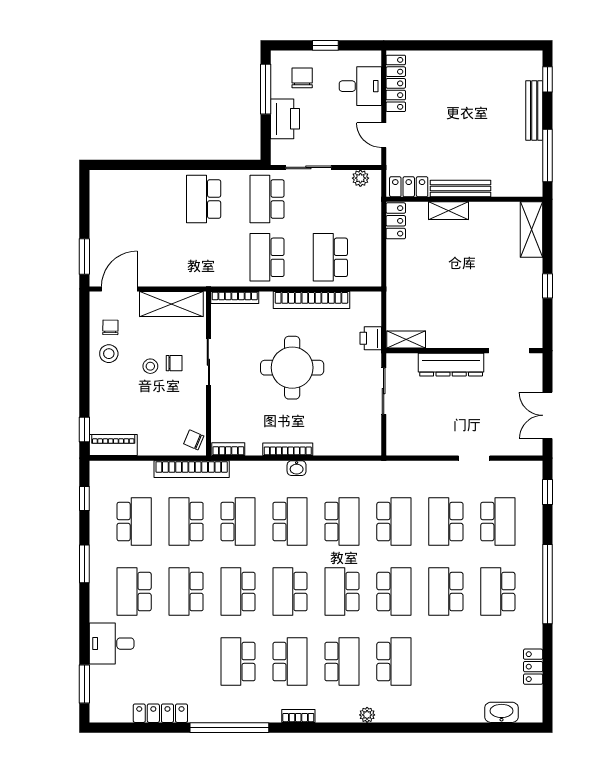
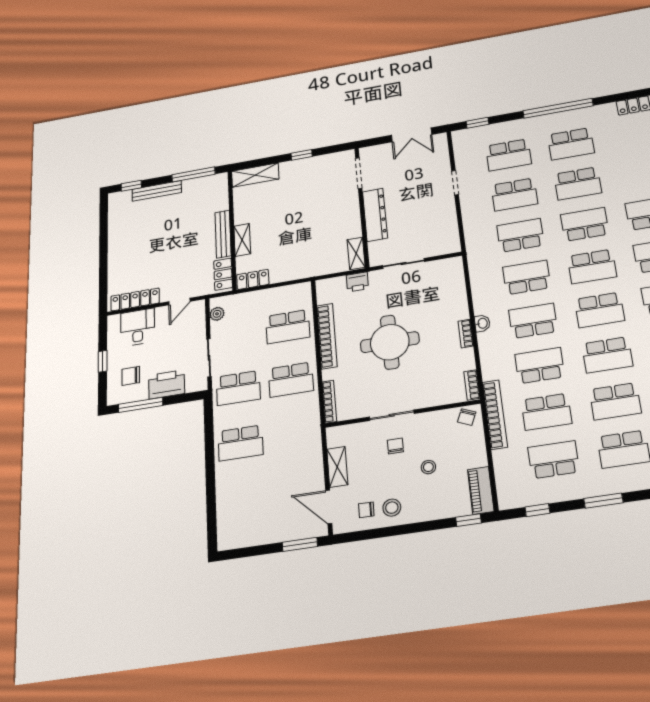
shelving: (171, 304) -> (337, 467), width x0.67, depth x0.75
stool: (150, 366) -> (428, 467), moved
bookcase: (288, 449) -> (466, 334), width x0.64
school desk: (498, 522) -> (509, 155), turned 180

